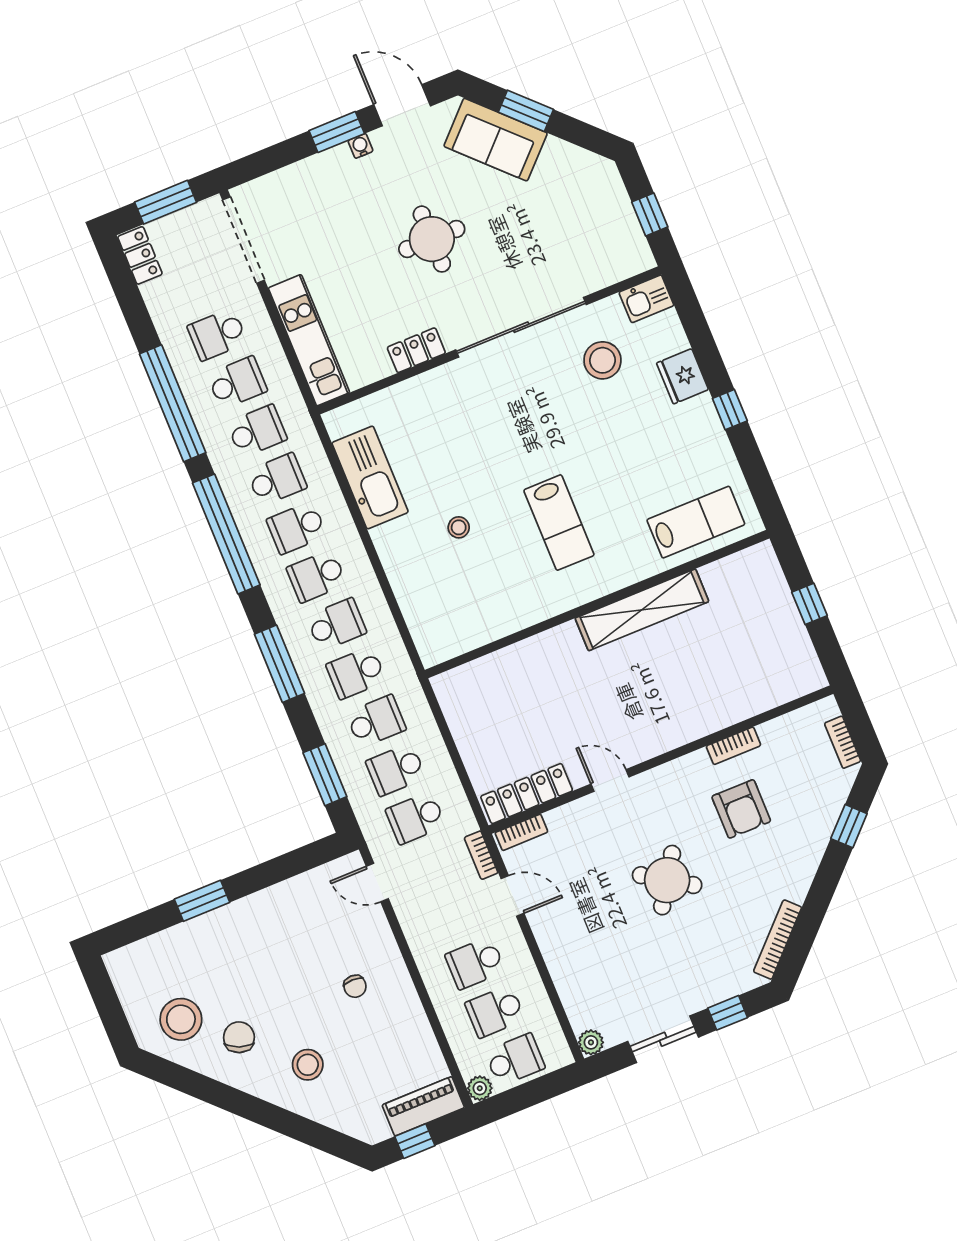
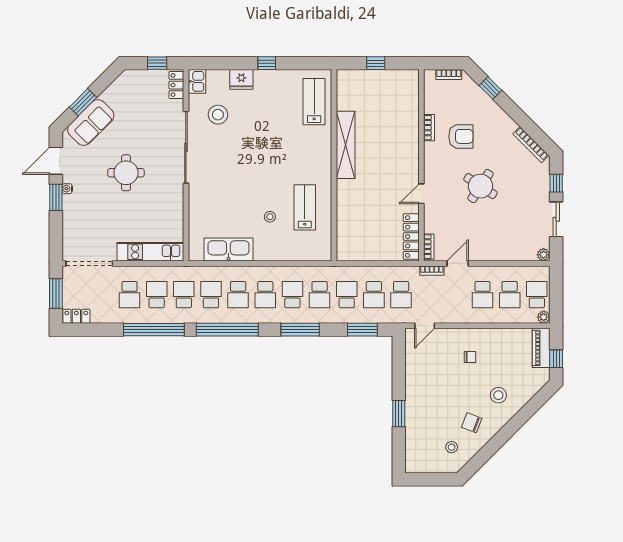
locker: (416, 350) -> (176, 85), moved
lab bench: (559, 523) -> (305, 207), moved, turned -90
stool: (181, 1019) -> (452, 447), width x0.53, depth x0.53

